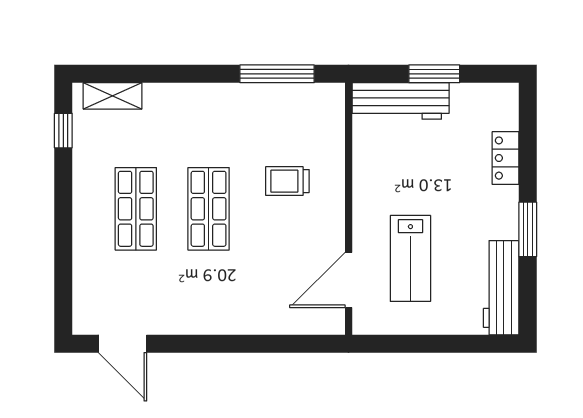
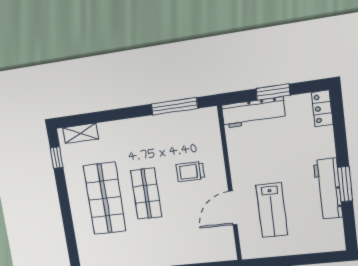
locker: (506, 158) -> (322, 108), moved
shop shelf: (136, 209) -> (105, 198), width x1.43, depth x1.36
door: (349, 280) -> (233, 208), moved
workbench: (501, 288) -> (328, 189), moved

